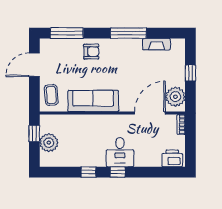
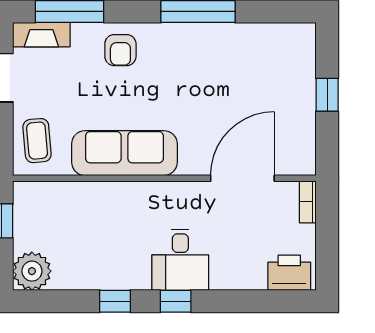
fireplace: (156, 44) -> (41, 35), moved
armchair: (91, 52) -> (120, 50), turned 90
plant: (175, 97) -> (296, 144), removed
plant: (49, 143) -> (32, 271), moved

